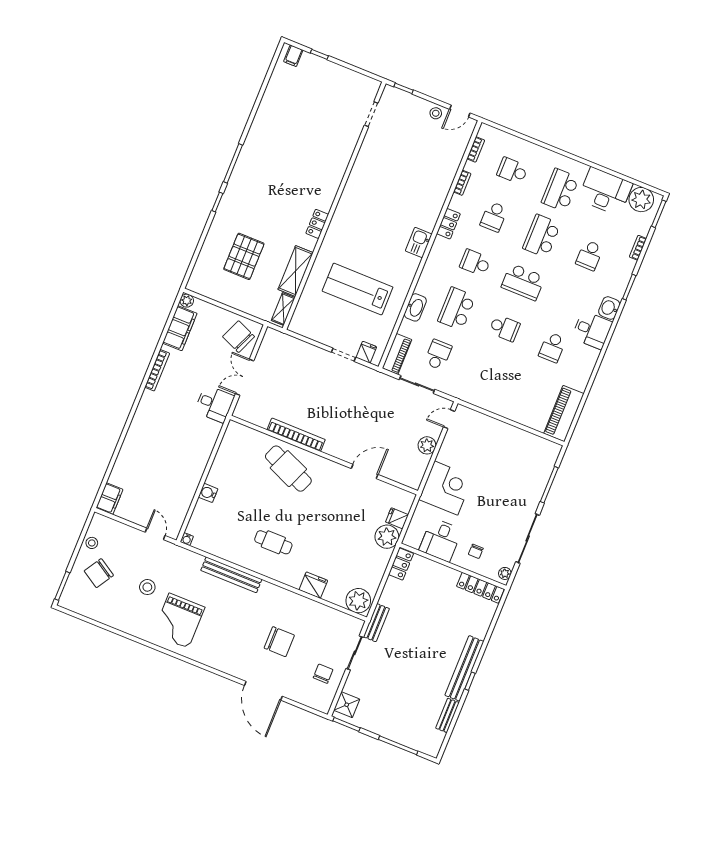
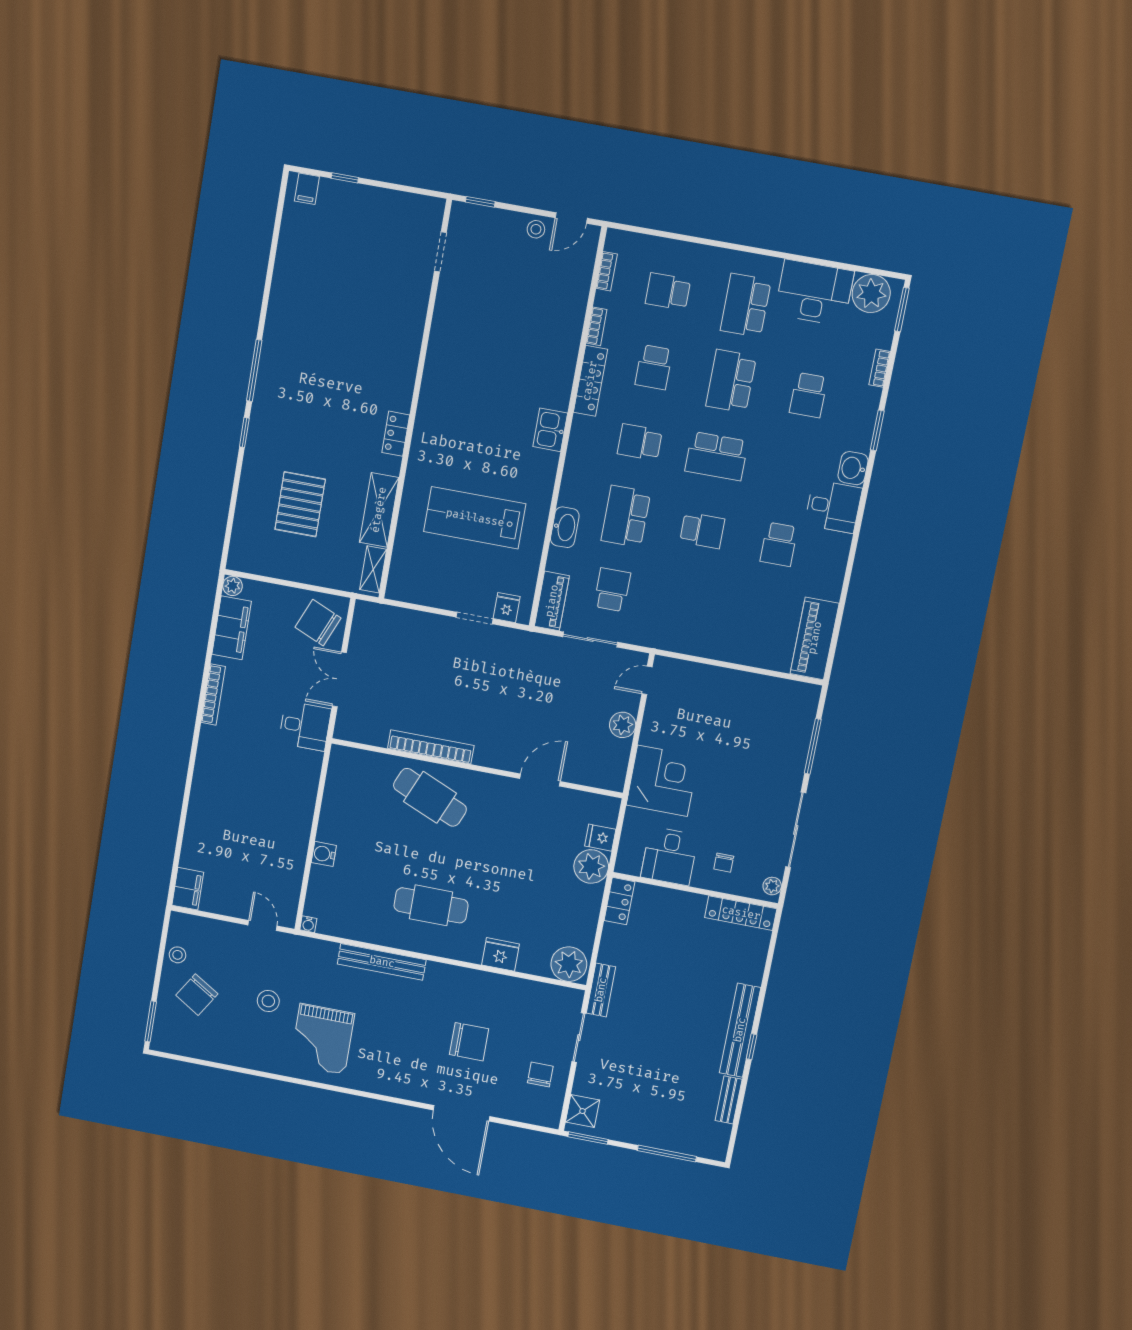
locker: (448, 224) -> (590, 381), width x1.53
cafe table: (273, 542) -> (431, 905), width x1.37, depth x1.35

